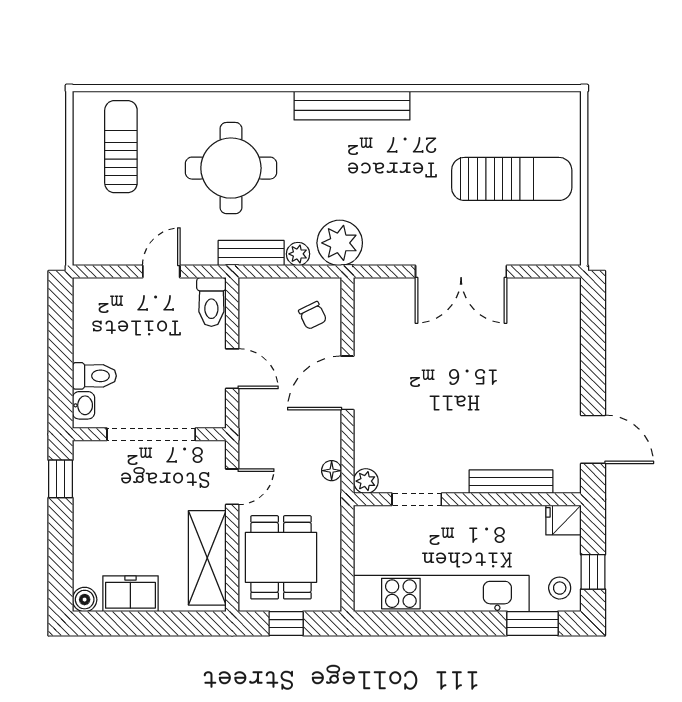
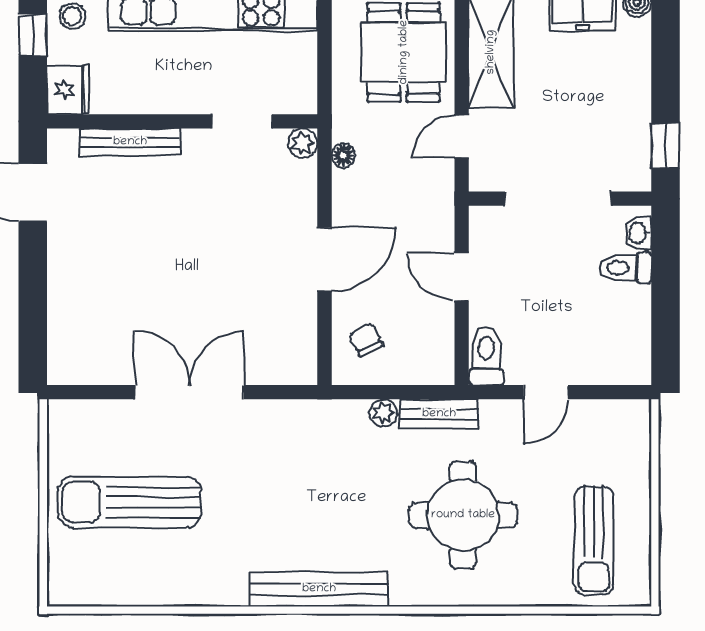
plant: (340, 243) -> (334, 426), removed
fridge: (564, 520) -> (68, 90), width x1.38

